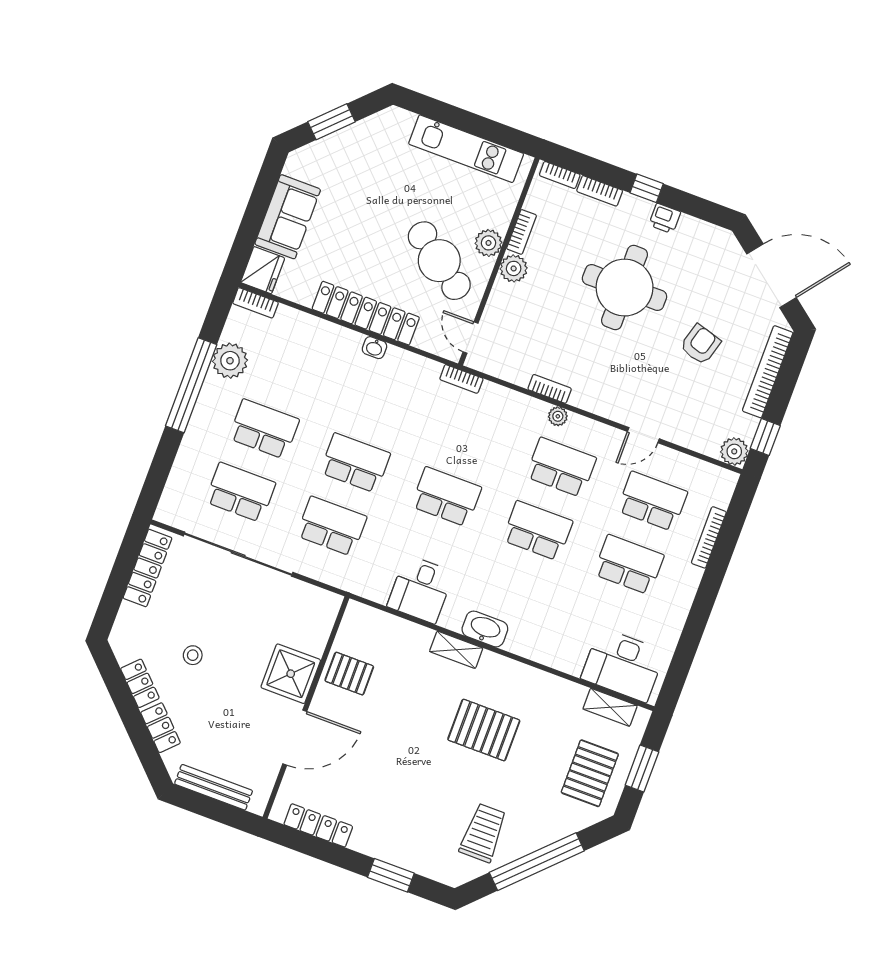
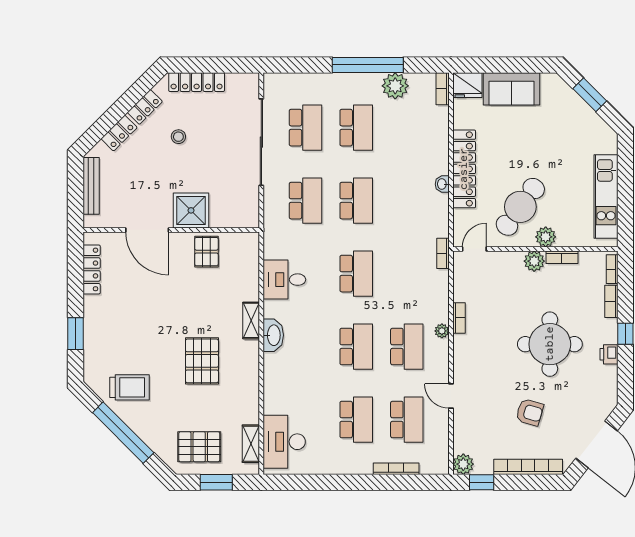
locker: (147, 568) -> (197, 82), moved

